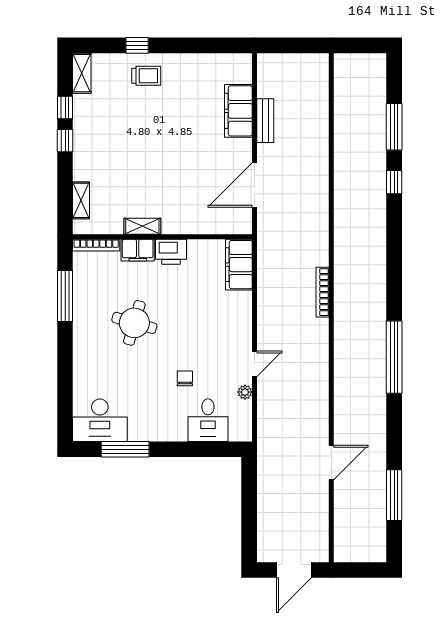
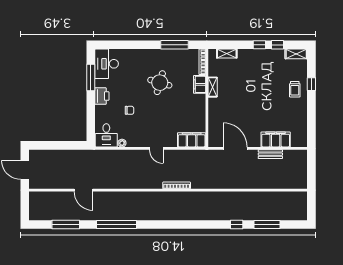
printer: (171, 252) -> (102, 96), moved, turned 180
window: (394, 357) -> (116, 225), moved
door: (254, 364) -> (156, 148), moved
desk: (208, 420) -> (106, 135), moved, turned -90

